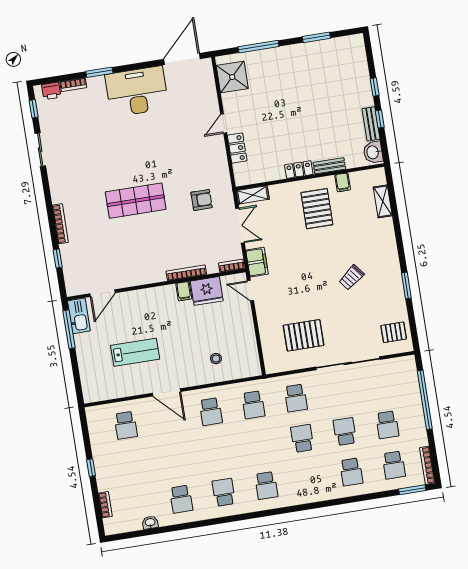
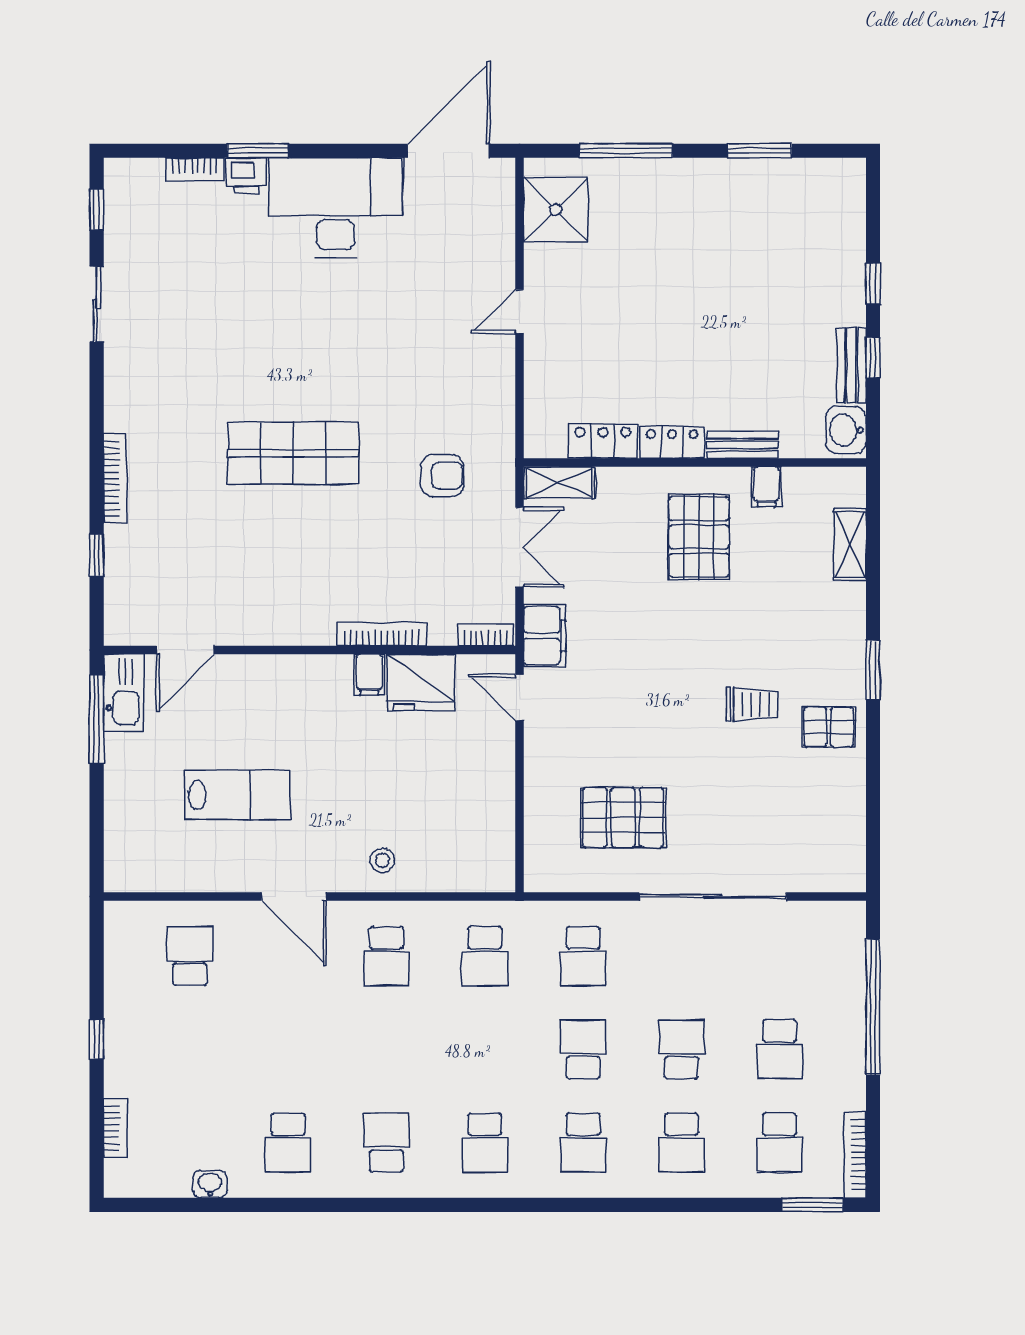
printer: (51, 91) -> (246, 176), moved
locker: (237, 148) -> (603, 441), moved, turned -90
trolley: (351, 277) -> (752, 704), turned -142
window: (406, 285) -> (873, 670), moved
pallet: (394, 332) -> (829, 727), moved
stool: (216, 359) -> (382, 860), moved
school desk: (126, 425) -> (190, 956), turned 180
school desk: (309, 479) -> (583, 1143), added

